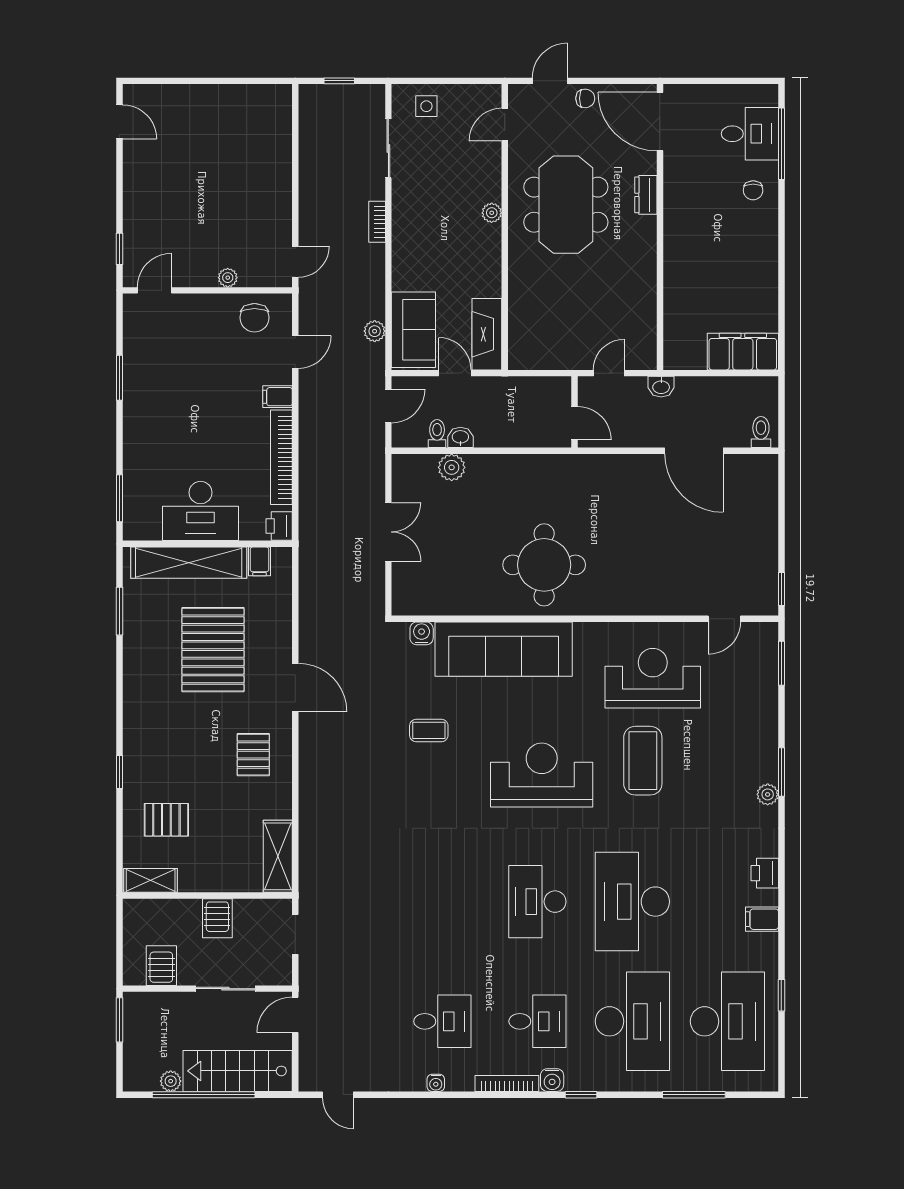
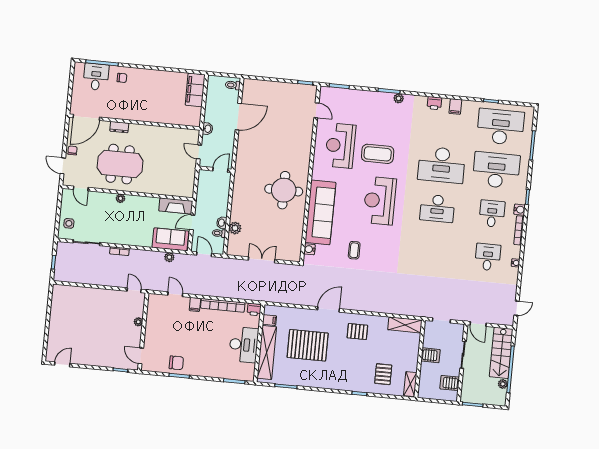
chair: (254, 318) -> (176, 363), moved

